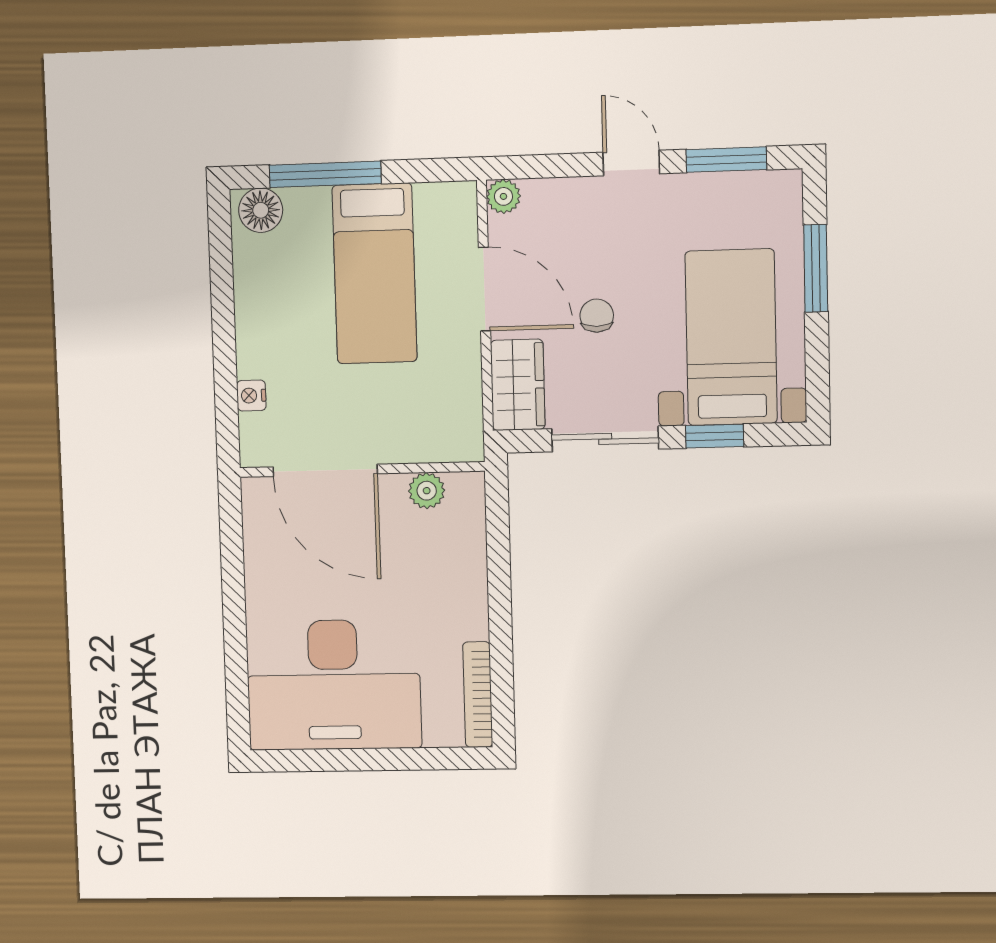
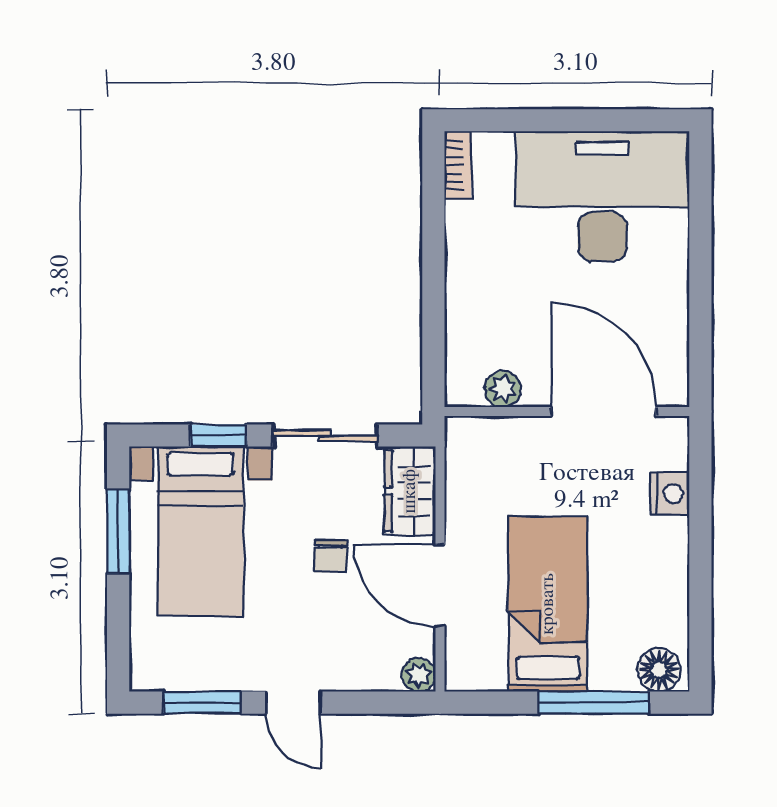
window: (816, 268) -> (118, 531), moved
nightstand: (251, 396) -> (670, 494), width x1.39, depth x1.35
bookcase: (478, 695) -> (458, 165), width x0.64

